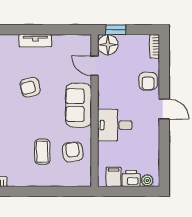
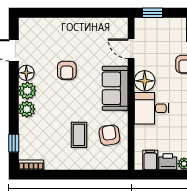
tv unit: (35, 41) -> (72, 24), removed
floor lamp: (108, 45) -> (145, 81), moved
armchair: (30, 87) -> (67, 70), turned -76

